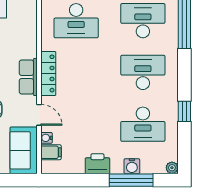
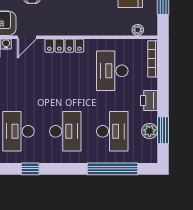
row of seats: (28, 77) -> (61, 28), removed

